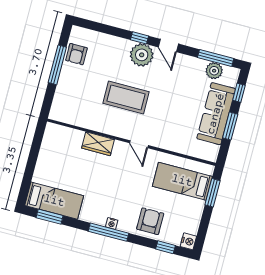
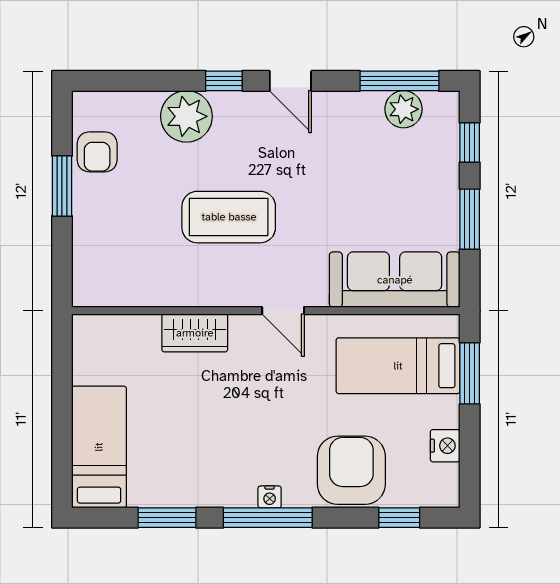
plant: (142, 55) -> (186, 116), moved
window: (57, 65) -> (62, 186), width x0.69
sofa: (216, 114) -> (395, 280), moved, turned 90
bed: (54, 201) -> (99, 447), moved, turned -90
window: (50, 217) -> (167, 518), moved
armchair: (150, 221) -> (351, 470), width x1.36, depth x1.36
nightstand: (188, 241) -> (445, 446), moved

